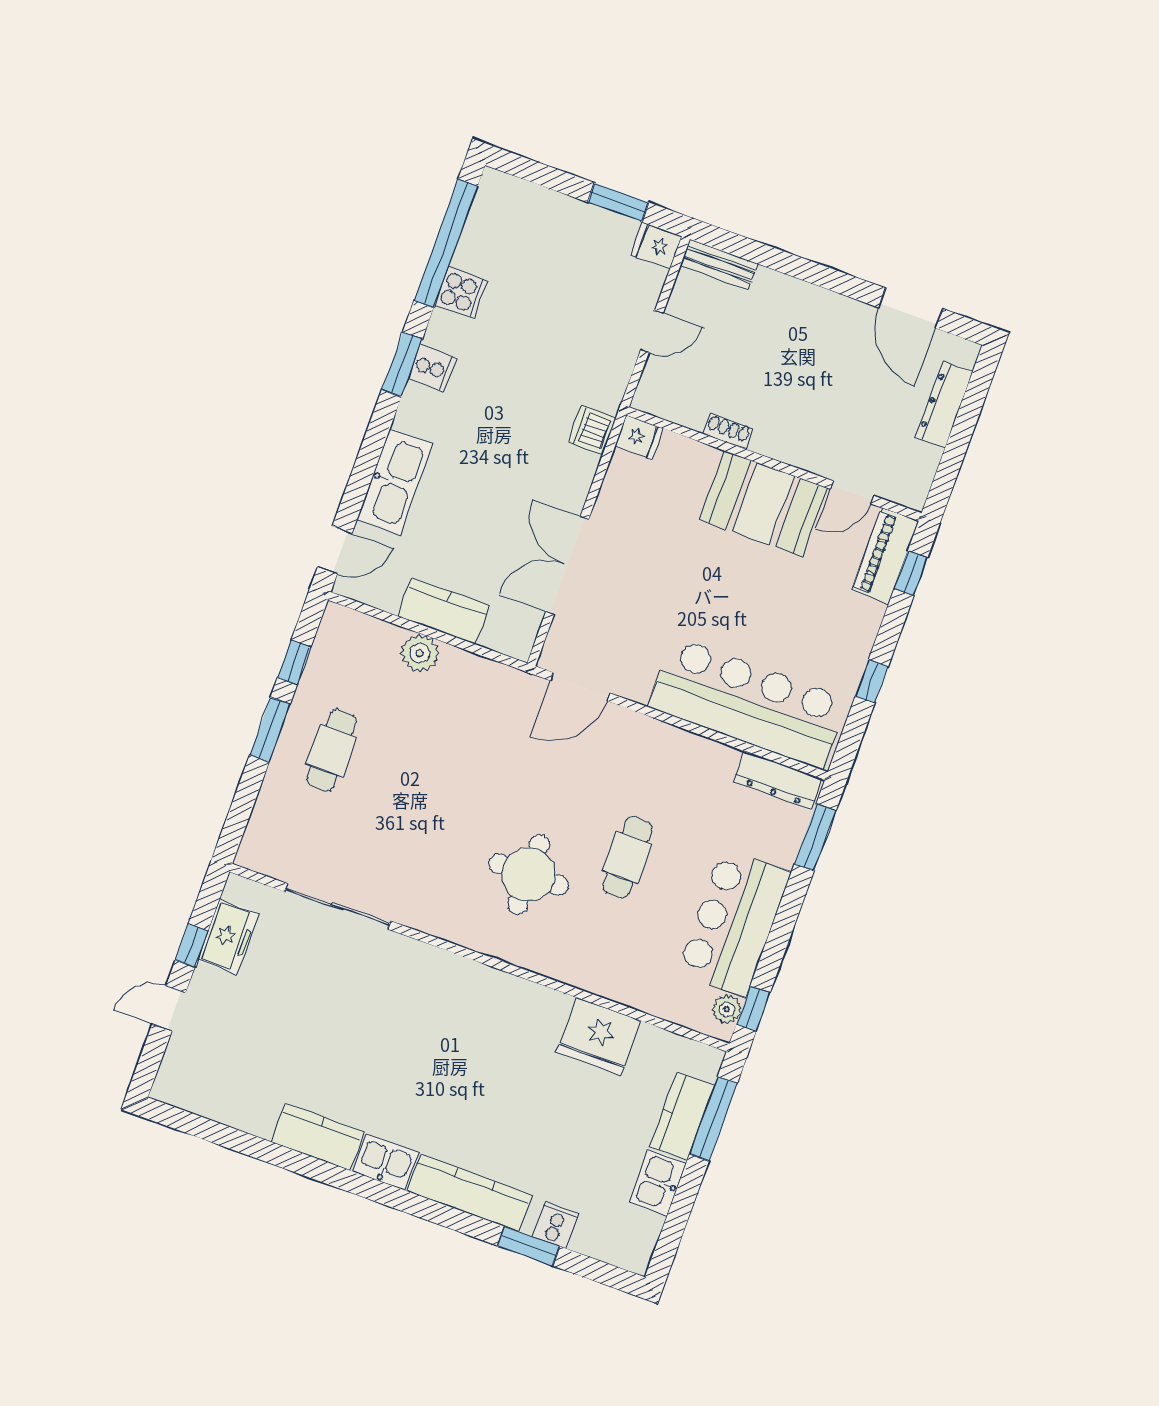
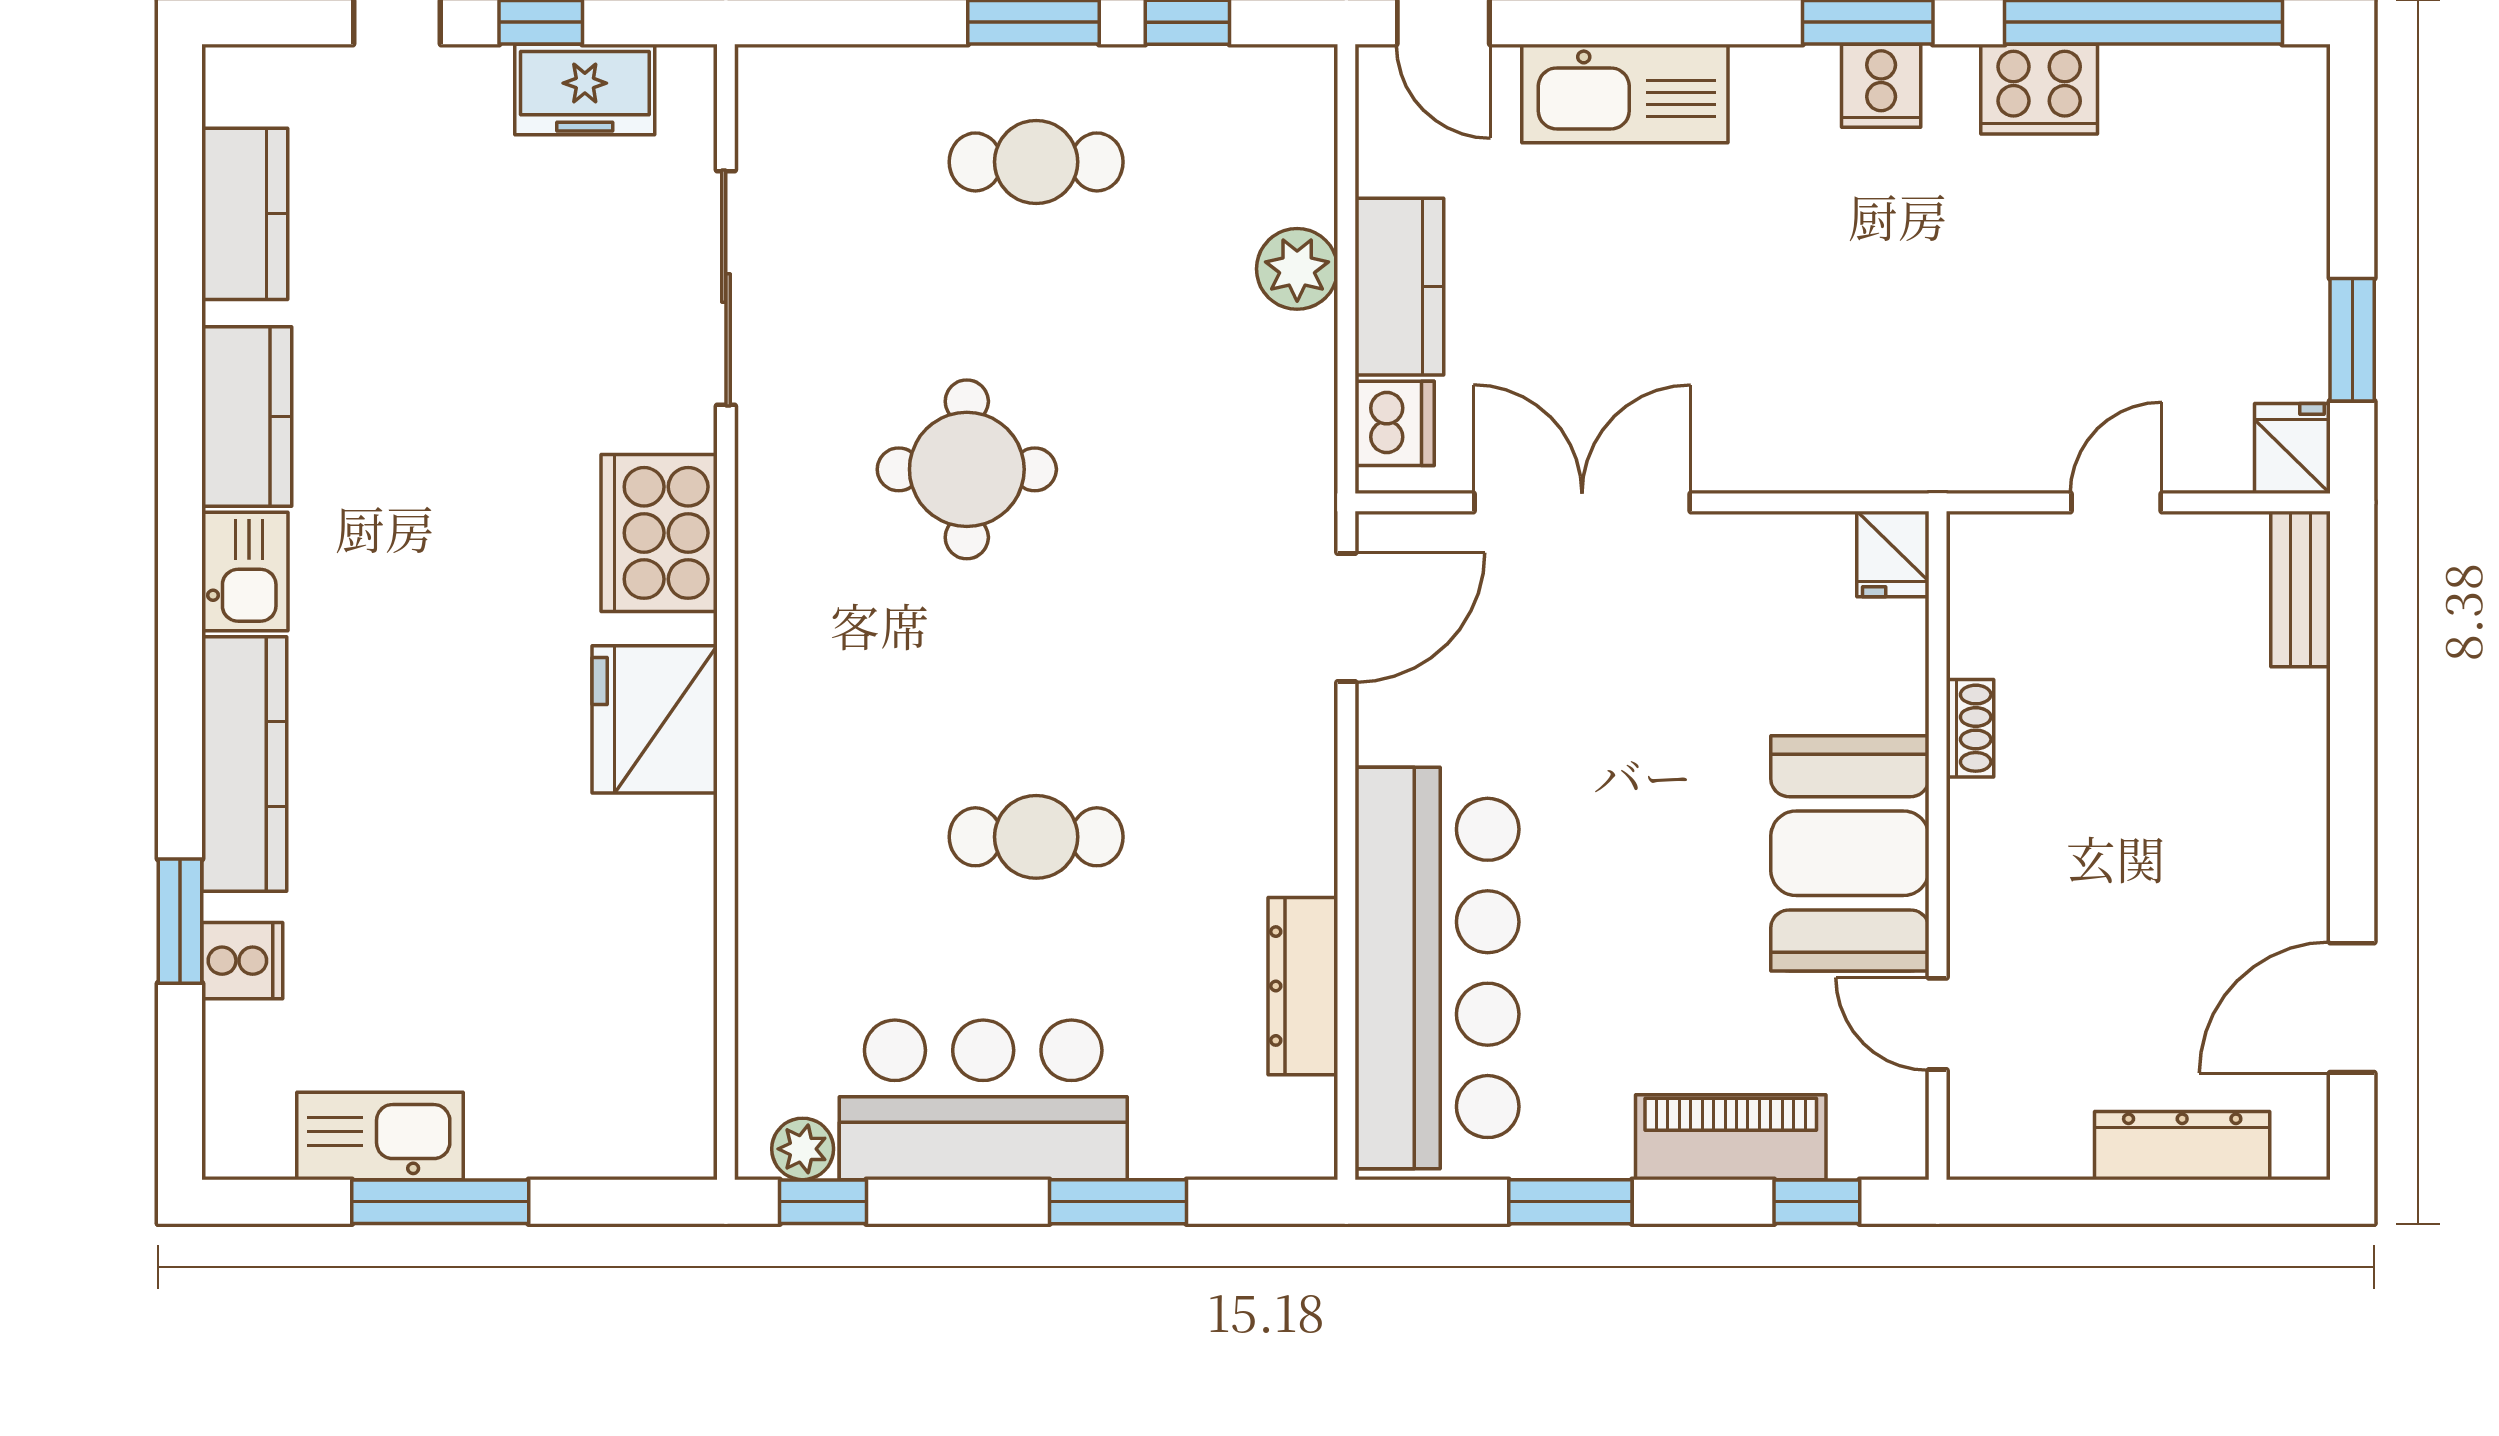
cooker: (461, 293) -> (2039, 89), width x1.36
door: (652, 331) -> (2116, 502), swing flipped
dishwasher: (592, 430) -> (1395, 423), moved, turned 90
piano: (885, 556) -> (1731, 1137), moved
window: (872, 681) -> (1570, 1202), width x1.50
door: (580, 687) -> (1346, 617), swing flipped
dresser: (778, 780) -> (1303, 986), moved
window: (815, 837) -> (1118, 1202), moved
round table: (529, 874) -> (967, 469), moved
cooker: (434, 974) -> (659, 533), added
fridge: (599, 1036) -> (655, 719), moved
kitchen counter: (682, 1116) -> (245, 214), moved, turned 90
window: (713, 1118) -> (440, 1202), moved
kitchen sink: (658, 1182) -> (380, 1136), width x1.38

